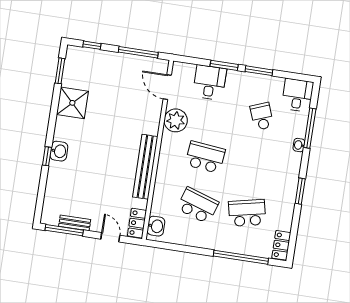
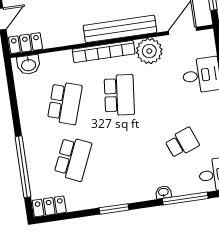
bookcase: (164, 159) -> (104, 52), added
bench: (145, 167) -> (120, 29), moved
school desk: (247, 213) -> (73, 159), turned 36

